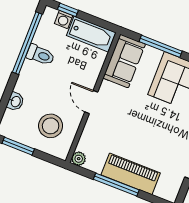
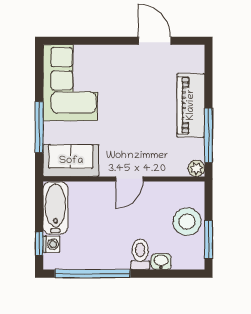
toilet: (40, 55) -> (140, 254), moved
stool: (51, 126) -> (187, 222), moved
window: (116, 185) -> (209, 135), moved

